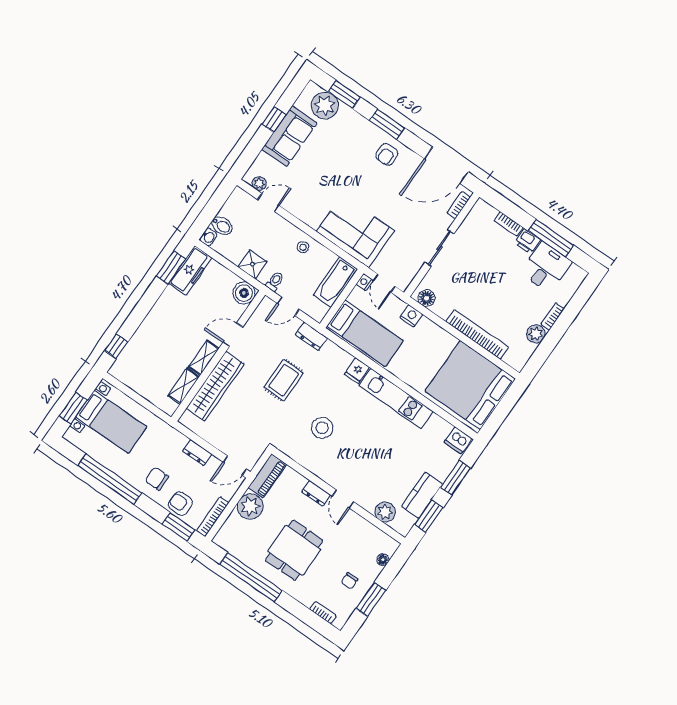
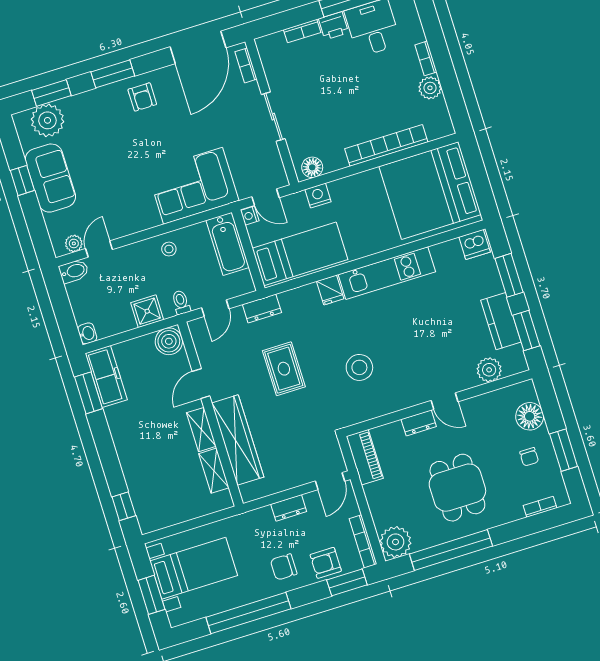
bidet: (222, 226) -> (74, 271), moved
plant: (250, 507) -> (395, 542), moved
floor lamp: (383, 560) -> (530, 416), width x1.89, depth x1.89

